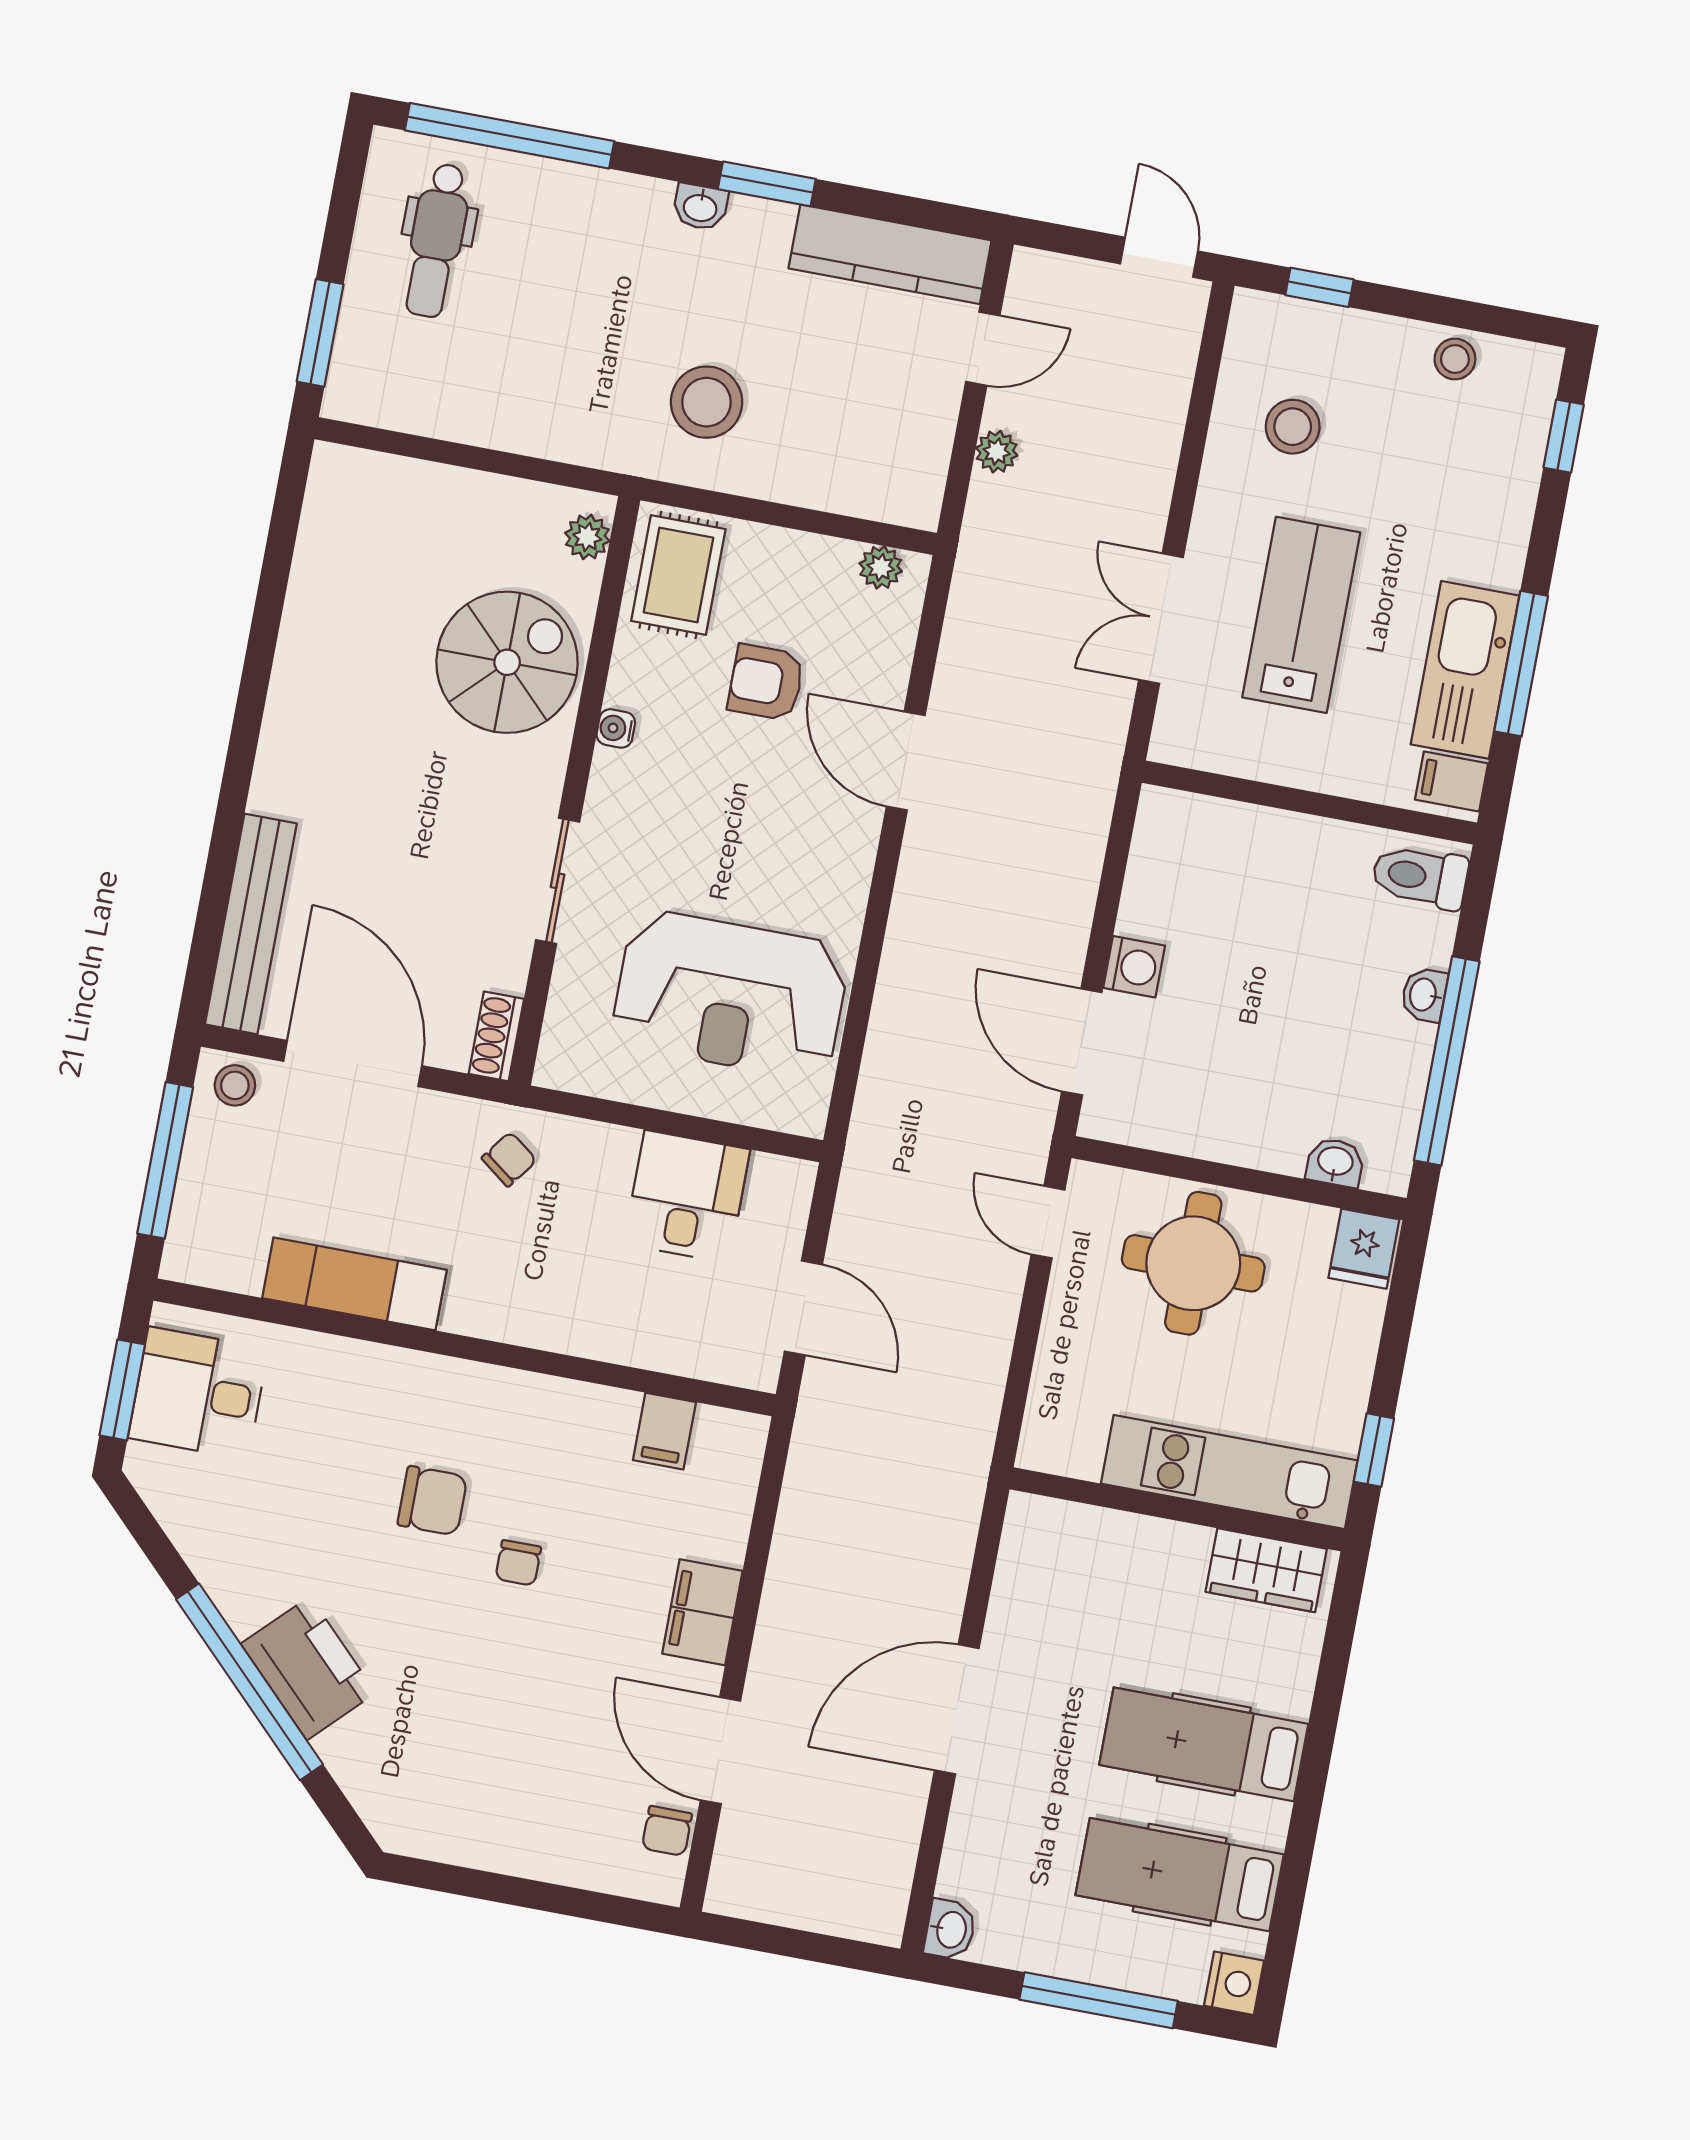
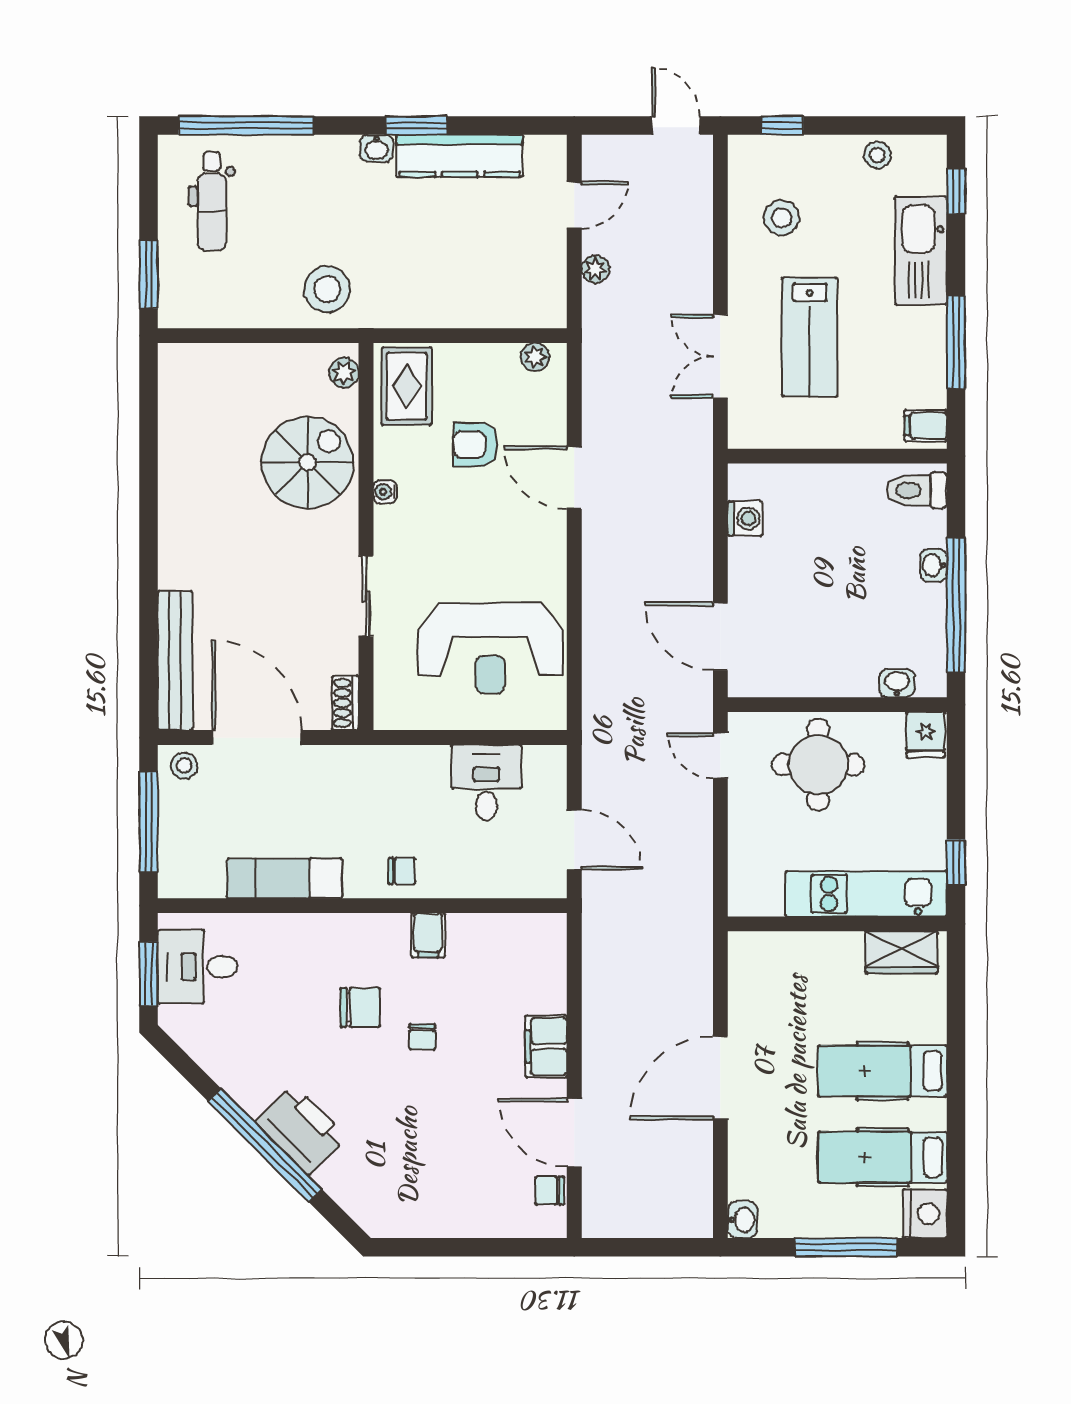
kitchen counter: (890, 254) -> (460, 156), moved
stool: (707, 402) -> (327, 289), moved
lab bench: (1301, 615) -> (810, 337), turned 180
kitchen sink: (1465, 670) -> (921, 251), moved
washing machine: (1134, 967) -> (745, 519), moved
chair: (509, 1159) -> (402, 871), moved, turned 53
filing cabinet: (664, 1431) -> (428, 935), moved
chair: (667, 1831) -> (550, 1191), turned 90
nightstand: (1234, 1983) -> (925, 1214), width x1.36, depth x1.33

